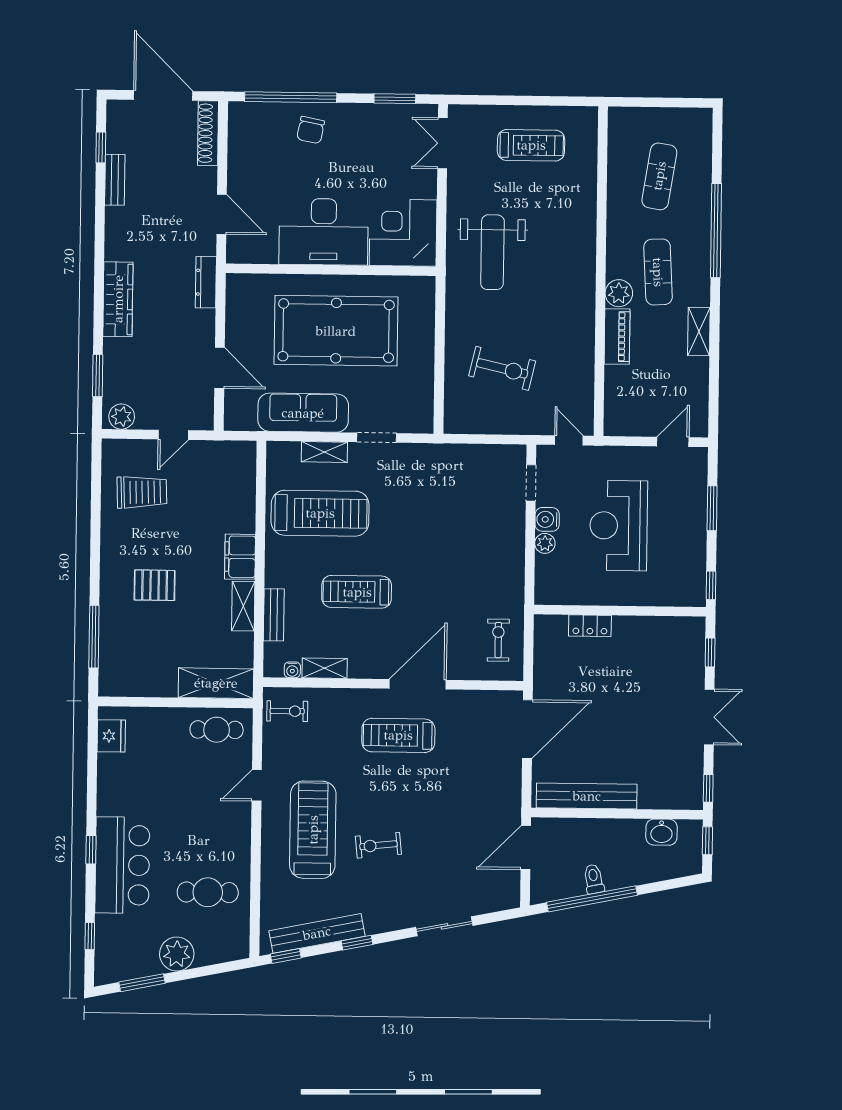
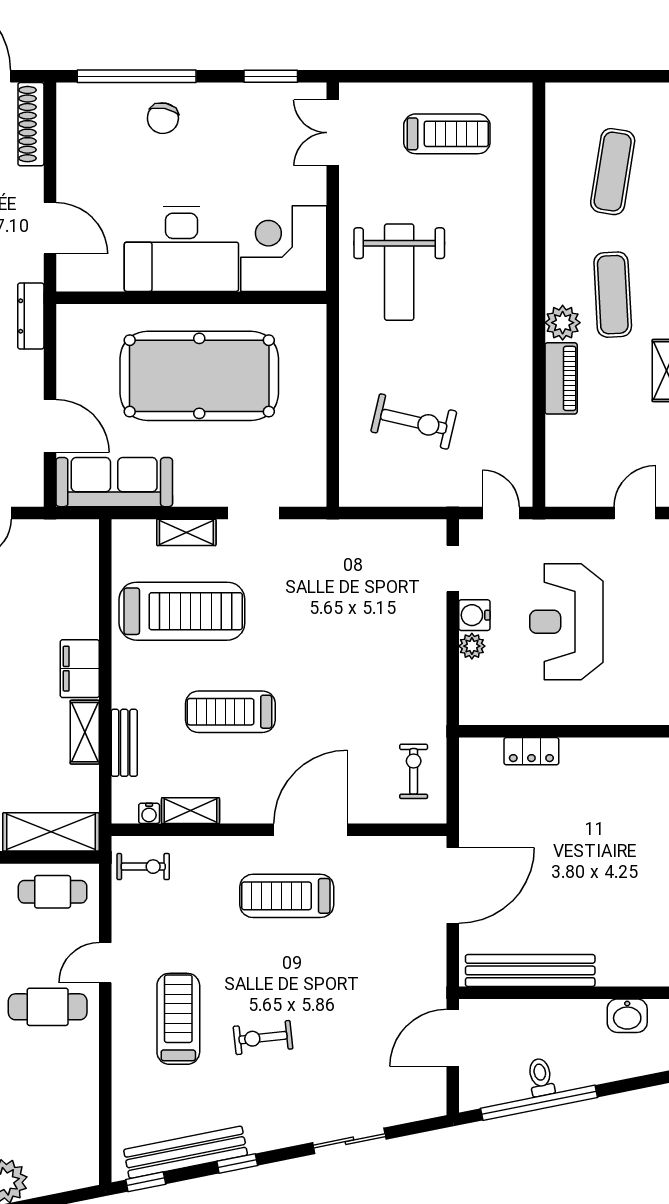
sofa: (303, 413) -> (114, 482), moved
treadmill: (313, 830) -> (178, 1019), width x0.73, depth x0.73
cafe table: (208, 892) -> (48, 1007), moved

